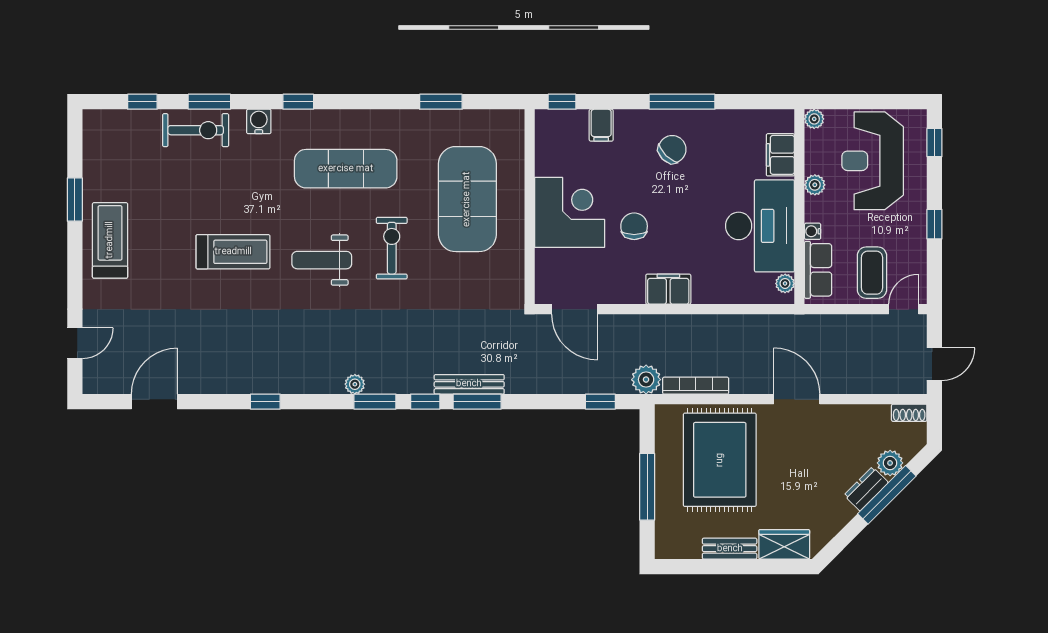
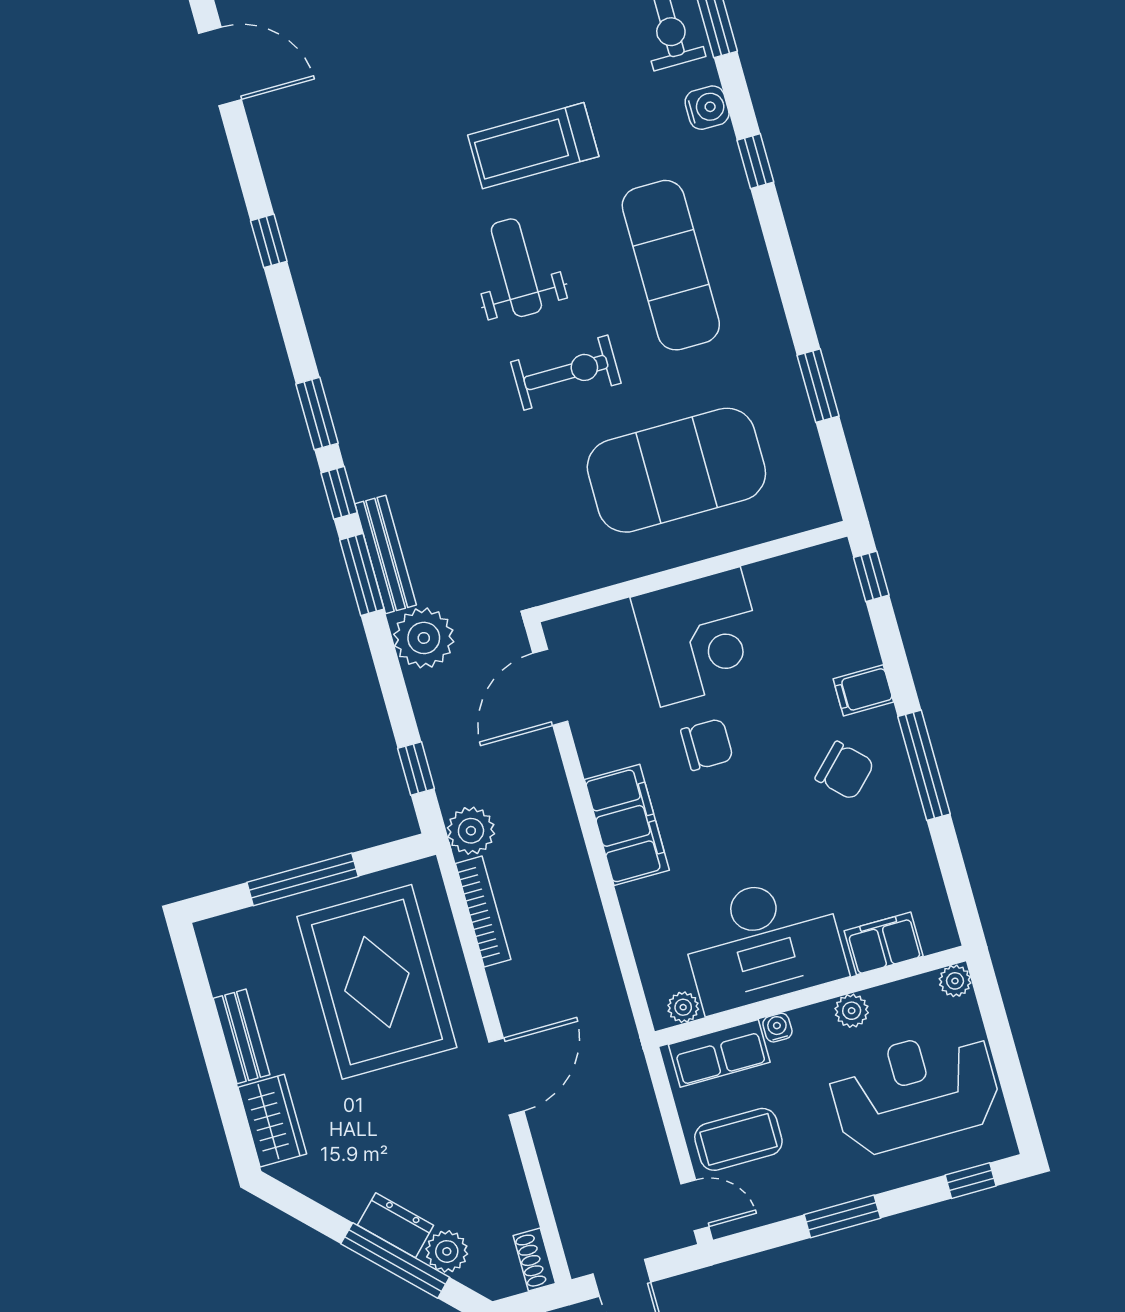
filing cabinet: (601, 125) -> (863, 690), moved
window: (934, 224) -> (842, 1216), width x1.50
treadmill: (233, 252) -> (533, 146), moved, turned 90
filing cabinet: (668, 289) -> (627, 825), width x1.50, depth x1.17
plant: (355, 384) -> (424, 638), moved, width x1.87, depth x1.87
rug: (720, 460) -> (377, 982), turned 90

